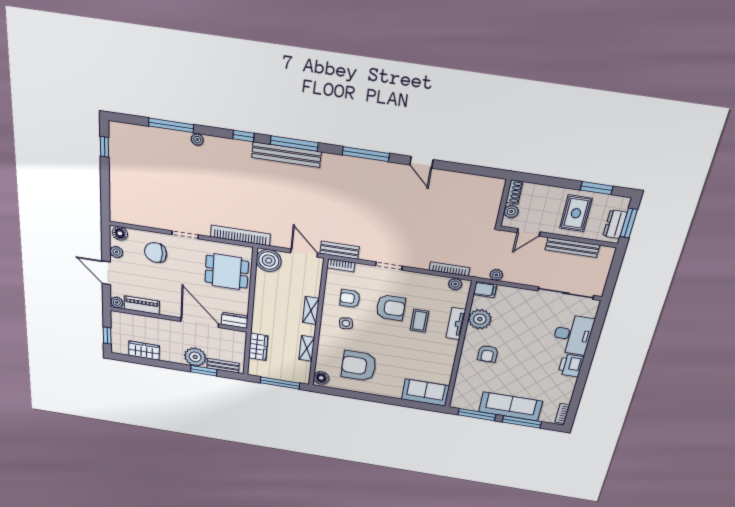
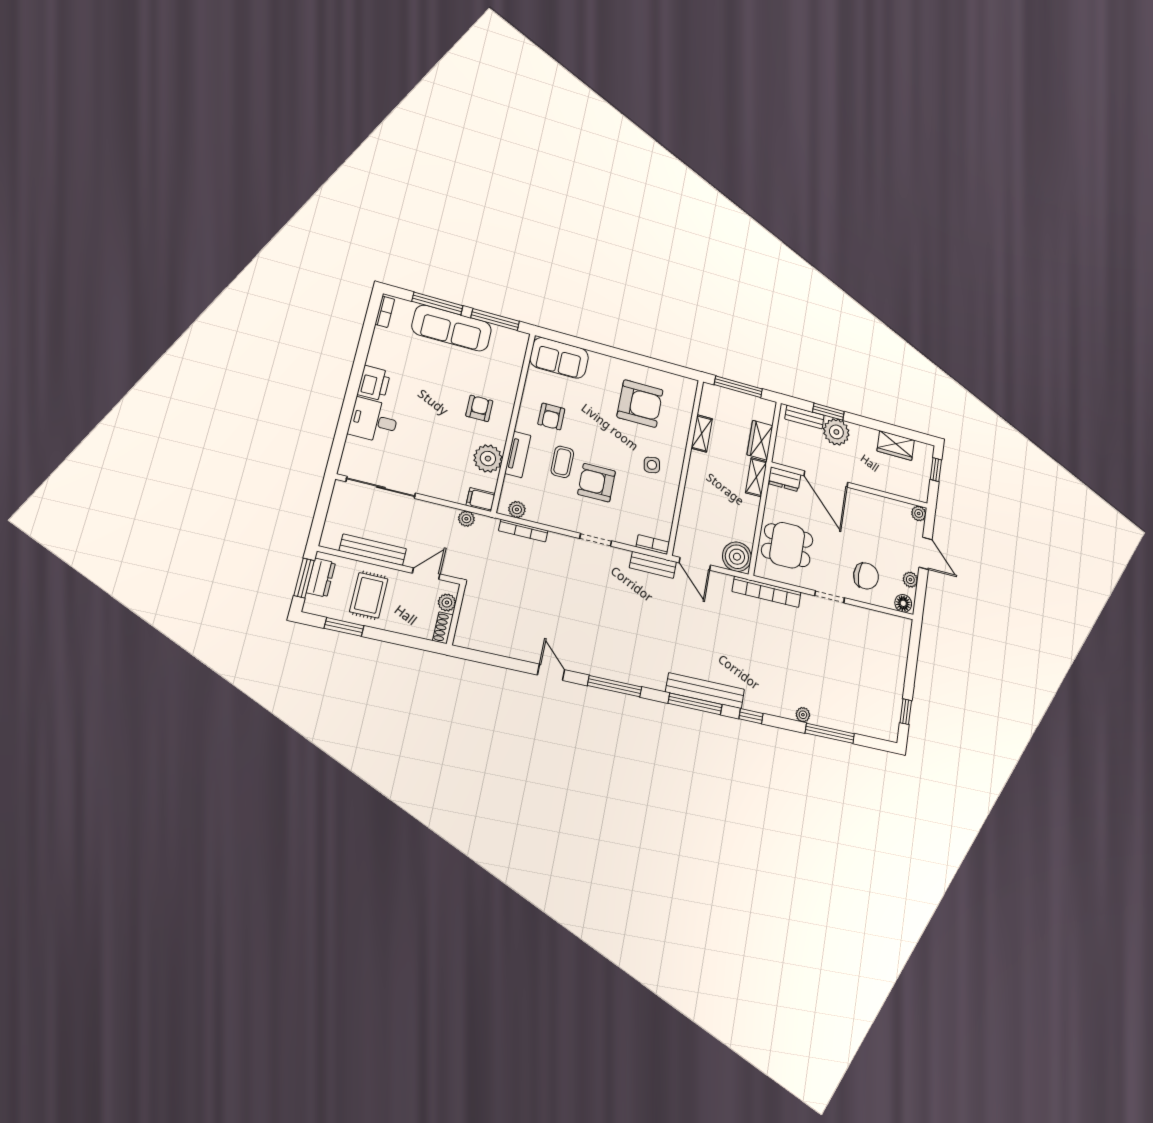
armchair: (350, 298) -> (551, 416), moved, turned 90
piano: (142, 305) -> (890, 508), removed
shelving: (311, 310) -> (756, 477), moved
desk: (573, 335) -> (374, 420), width x0.73
floor lamp: (321, 378) -> (687, 390), removed

